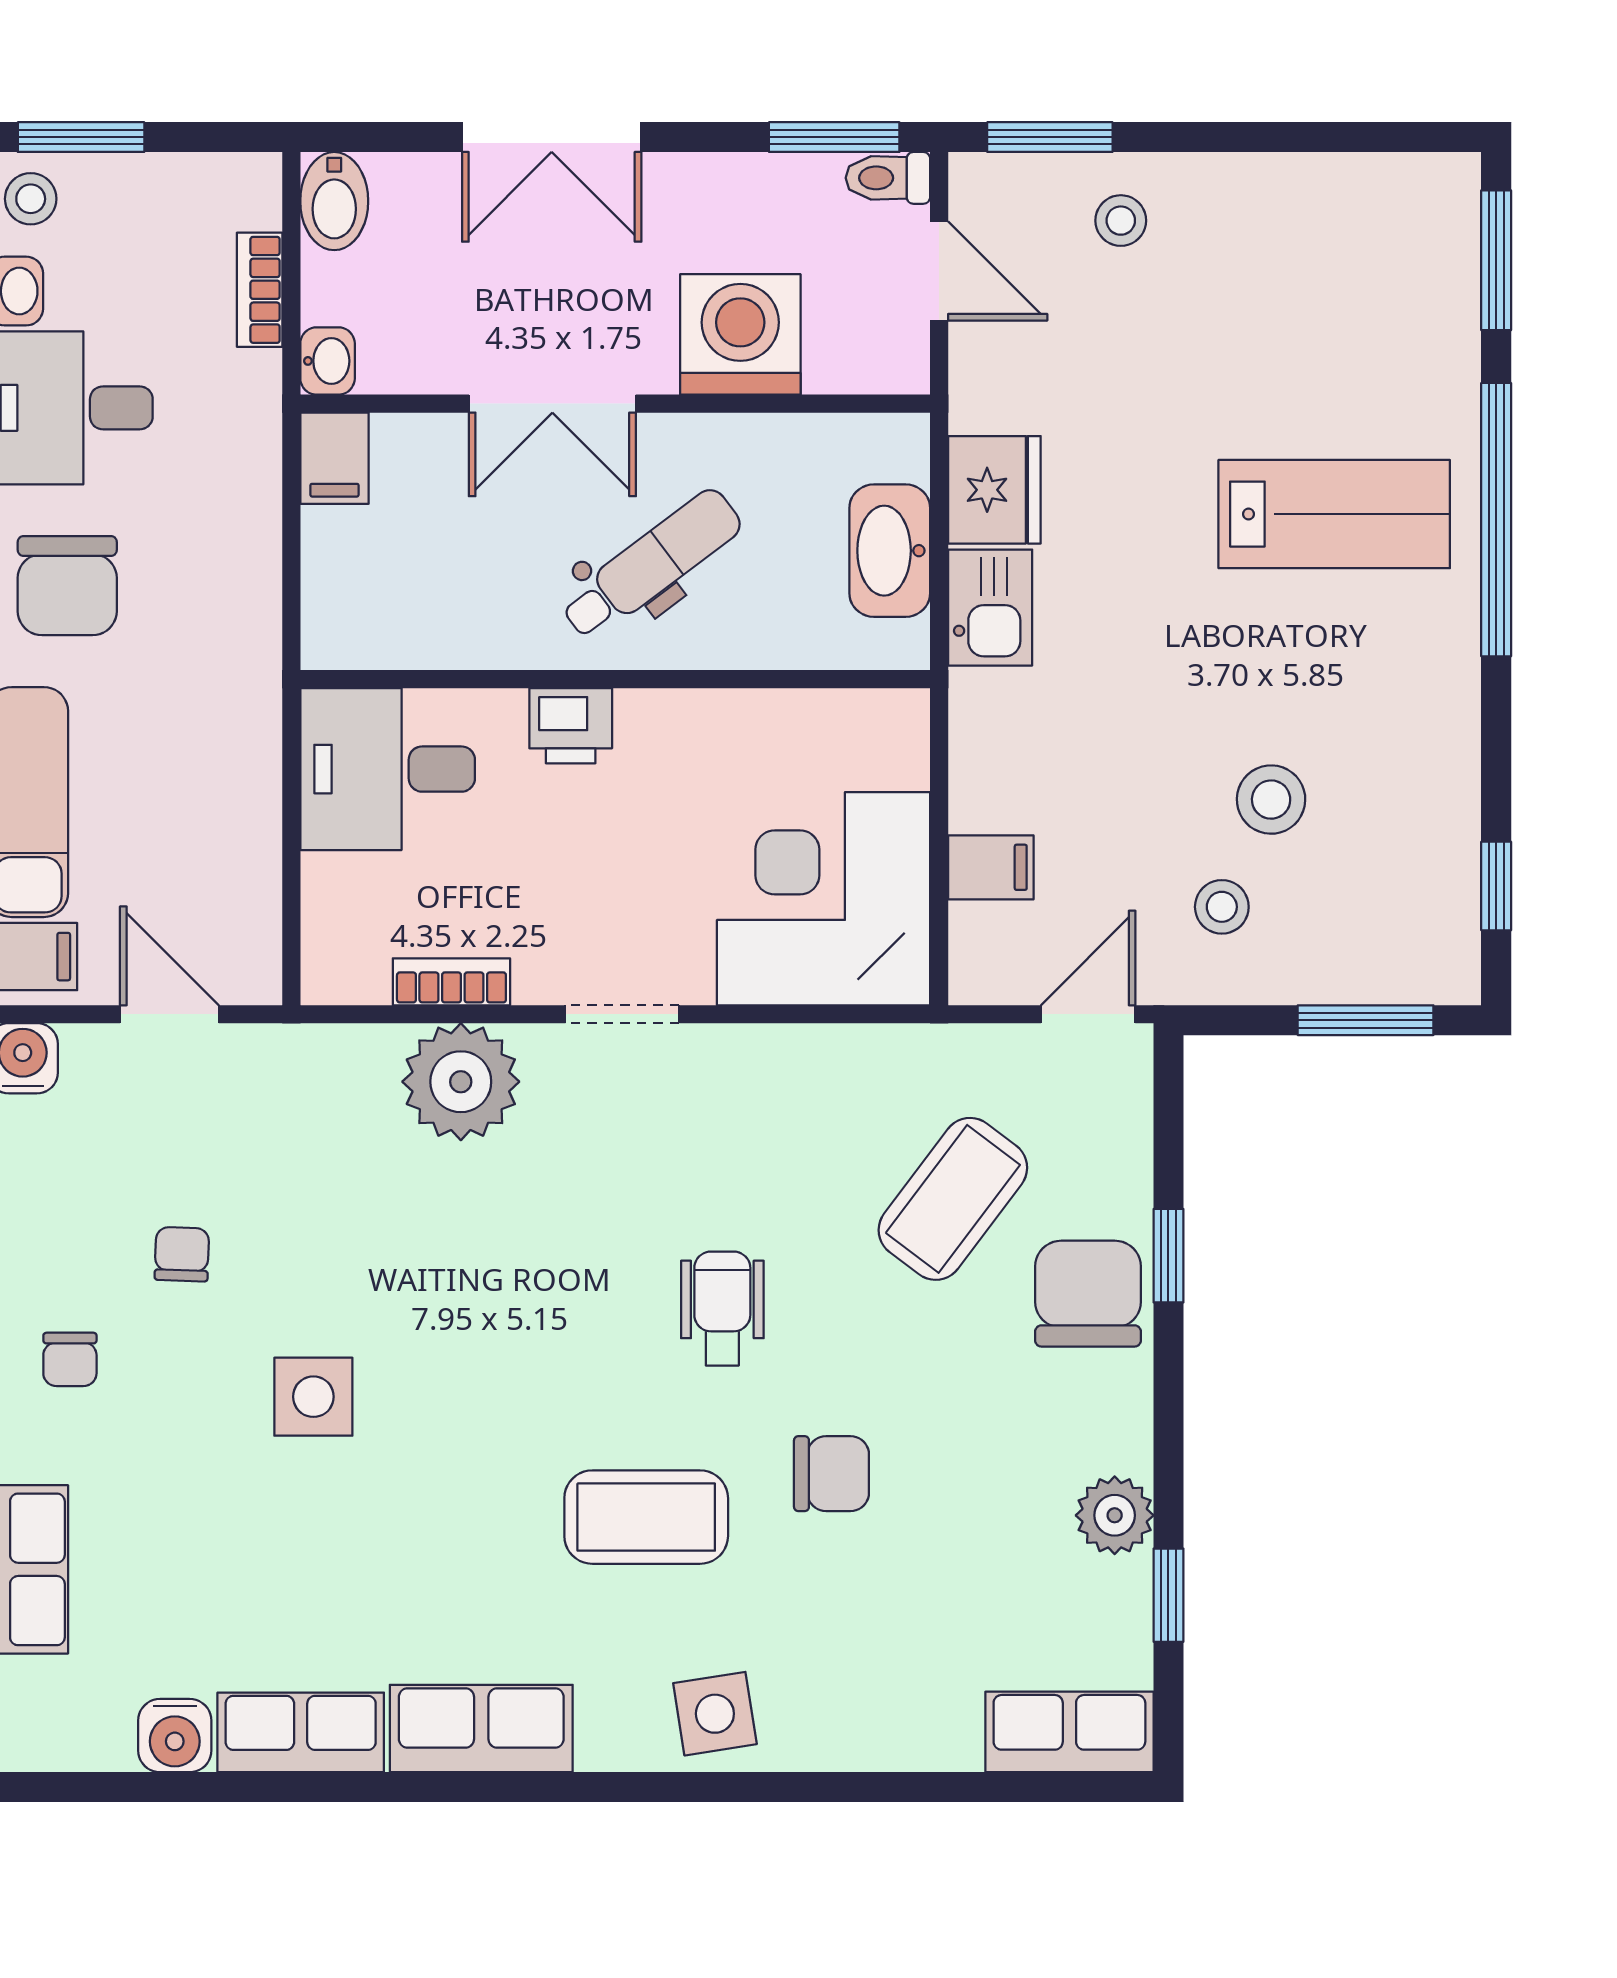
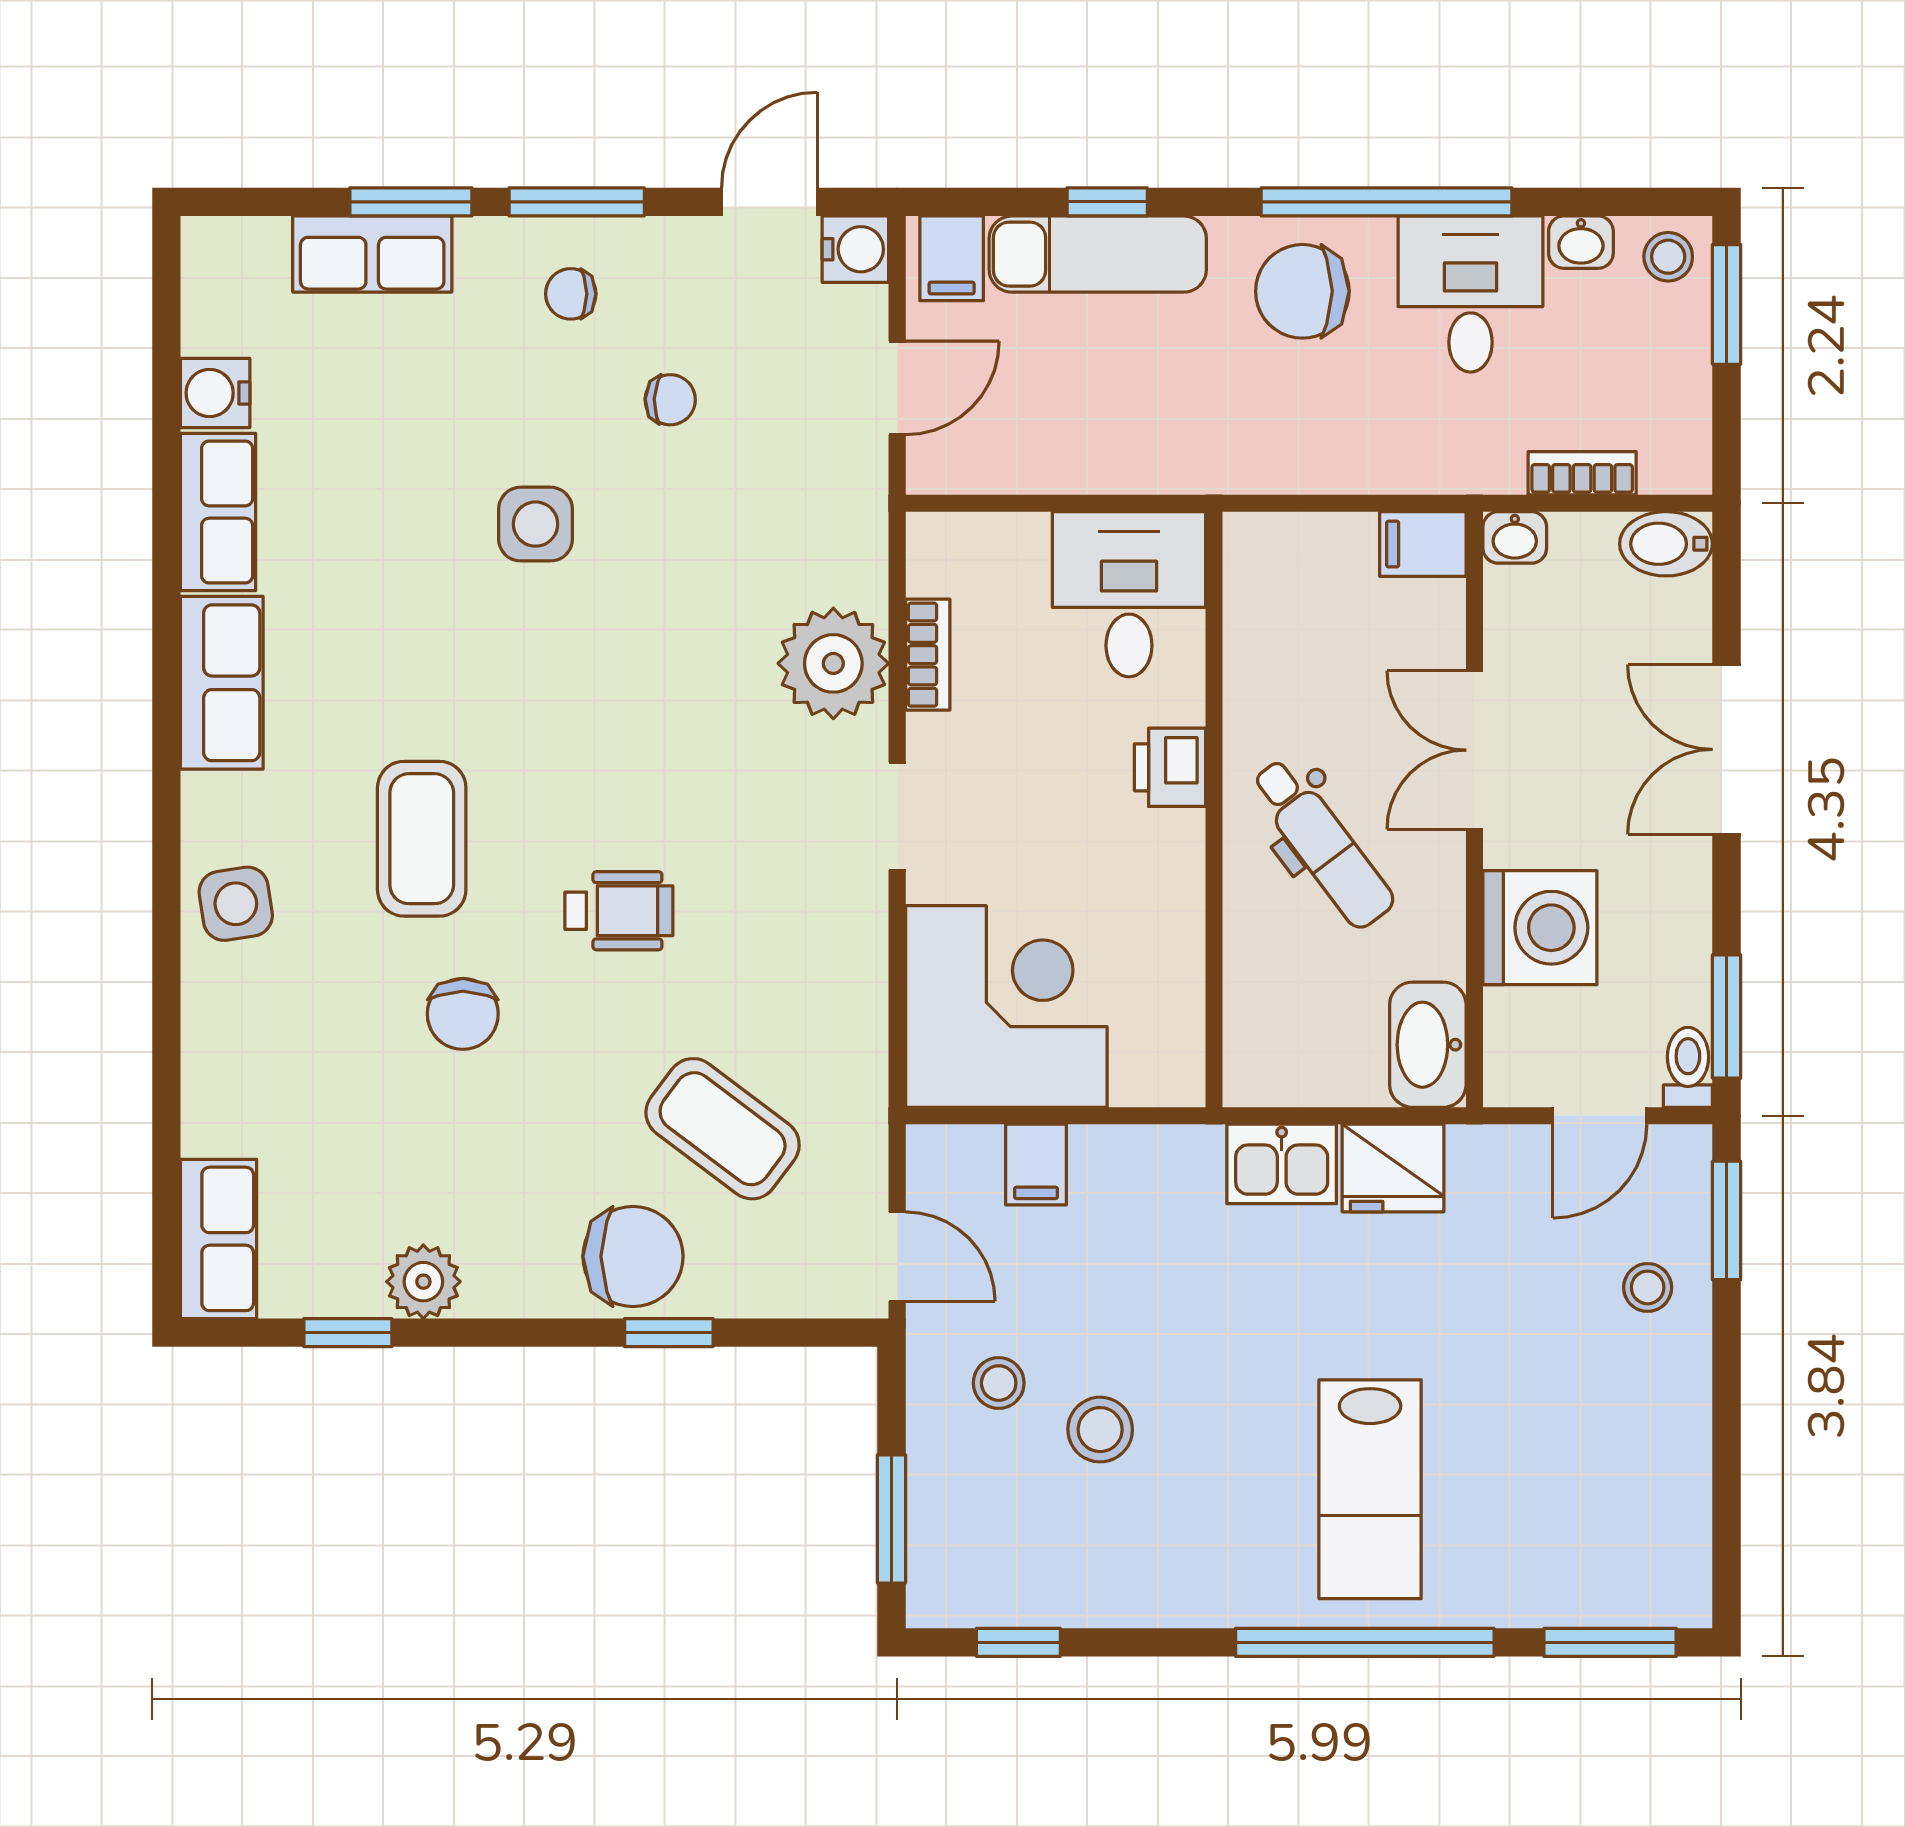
washbasin: (890, 551) -> (1428, 1045), moved, turned -90

